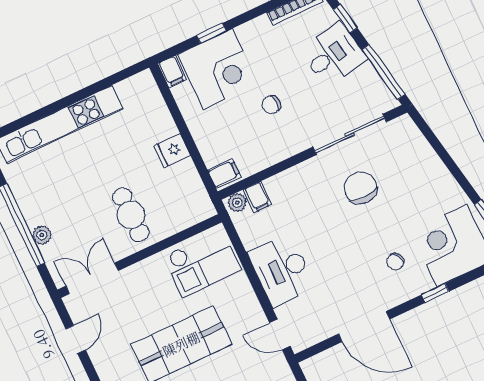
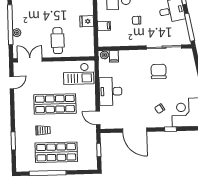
filing cabinet: (224, 173) -> (104, 26), moved

